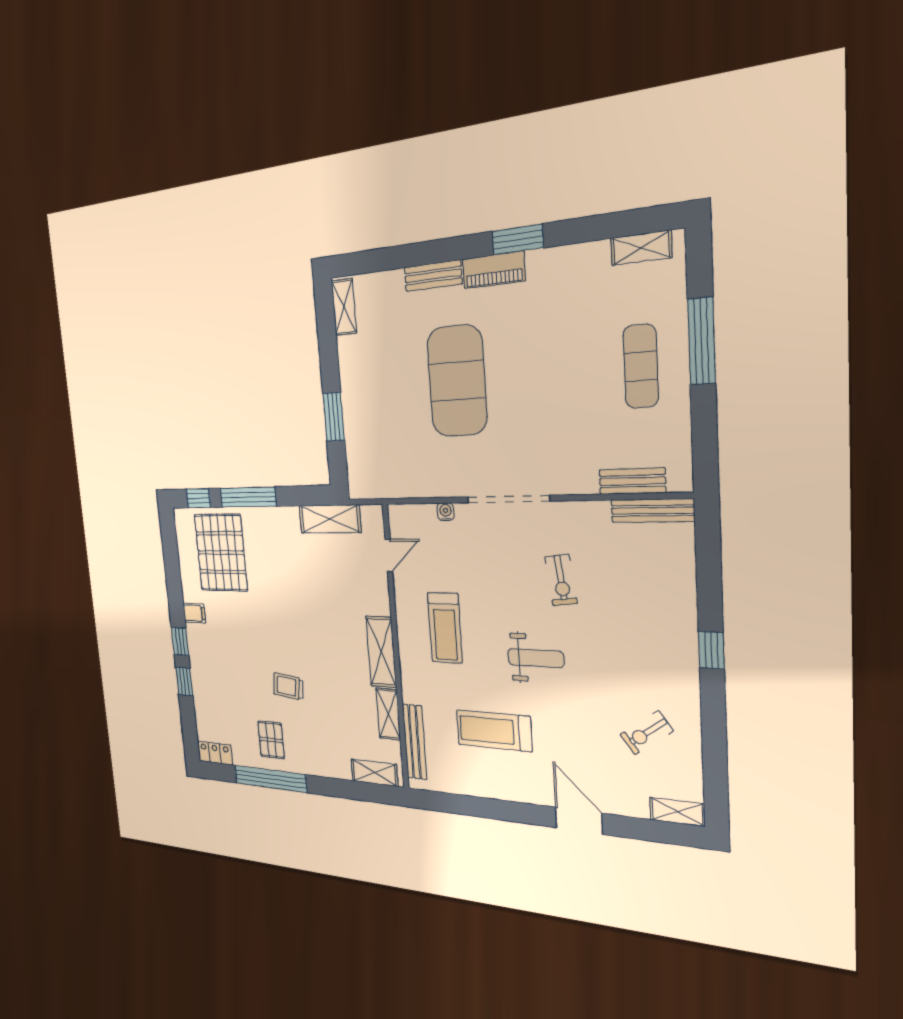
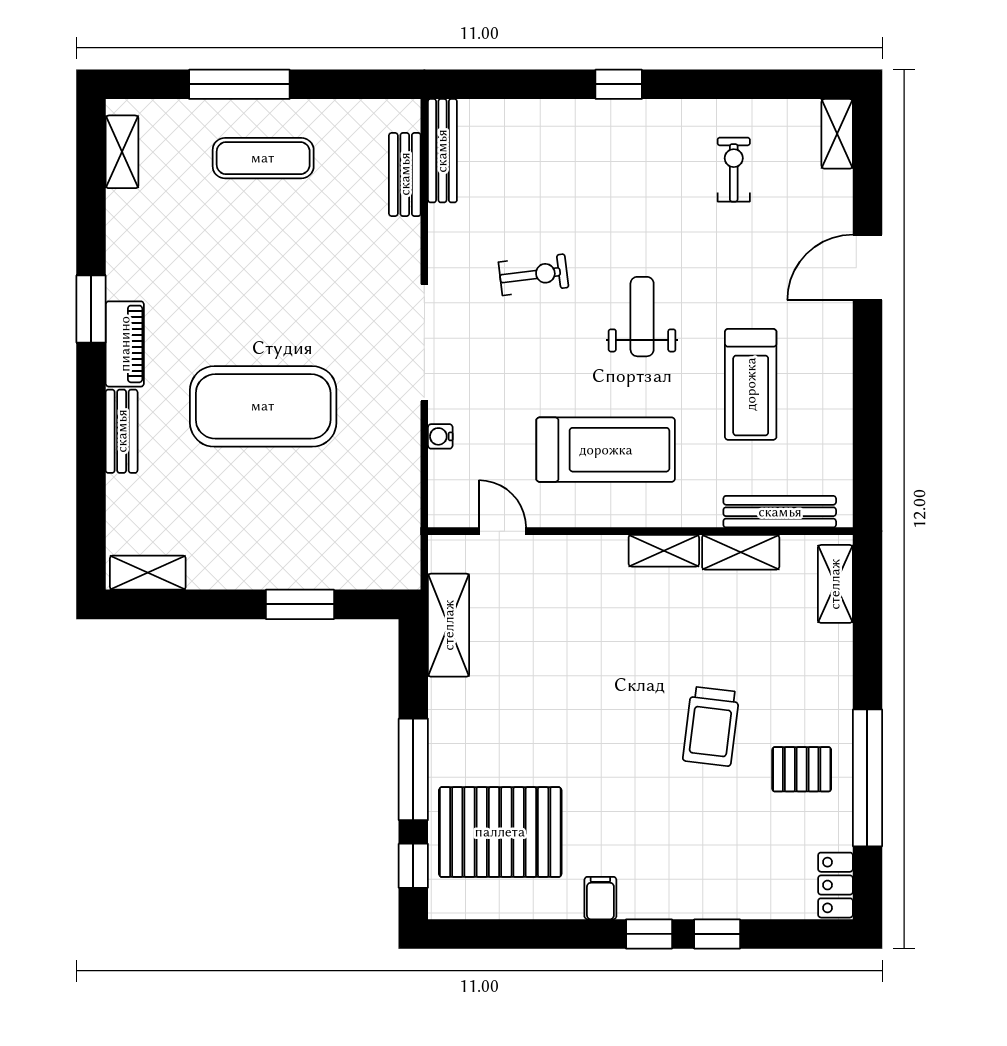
treadmill: (445, 628) -> (606, 450), width x1.37, depth x1.38
shelving: (381, 652) -> (664, 551), width x0.67, depth x0.75
trolley: (288, 687) -> (711, 726), width x1.36, depth x1.39
exercise bike: (647, 733) -> (734, 170), turned -144

